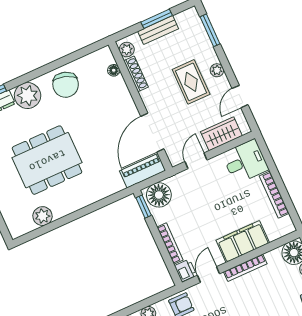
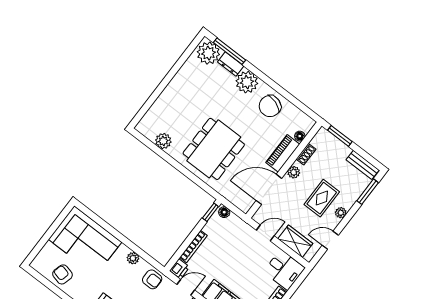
window: (157, 19) -> (340, 136), moved
bench: (158, 30) -> (363, 165), moved
plant: (127, 50) -> (294, 172), moved
shoe rack: (136, 74) -> (306, 154), width x0.70
dining table: (47, 160) -> (214, 149), moved, turned 90
piano: (143, 171) -> (283, 153), moved, turned -90
floor lamp: (159, 195) -> (224, 212), width x0.53, depth x0.53

